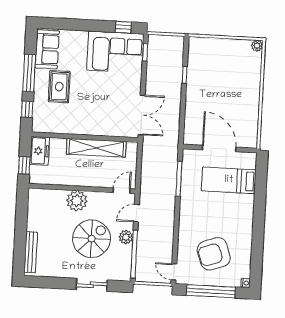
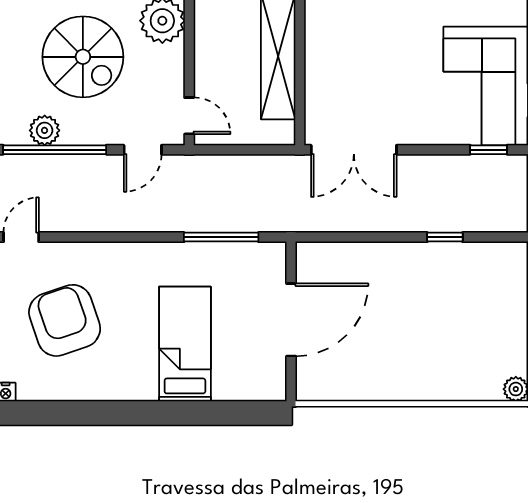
bed: (229, 180) -> (185, 344), moved
door: (136, 213) -> (143, 150), swing flipped
plant: (126, 237) -> (45, 130), moved

